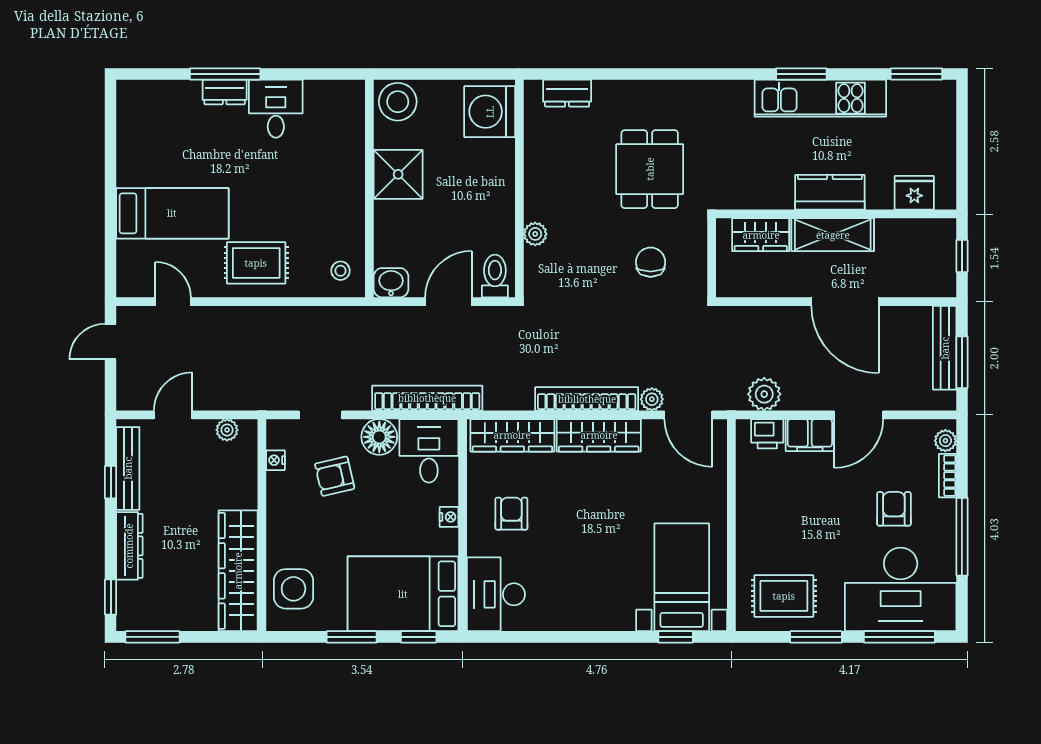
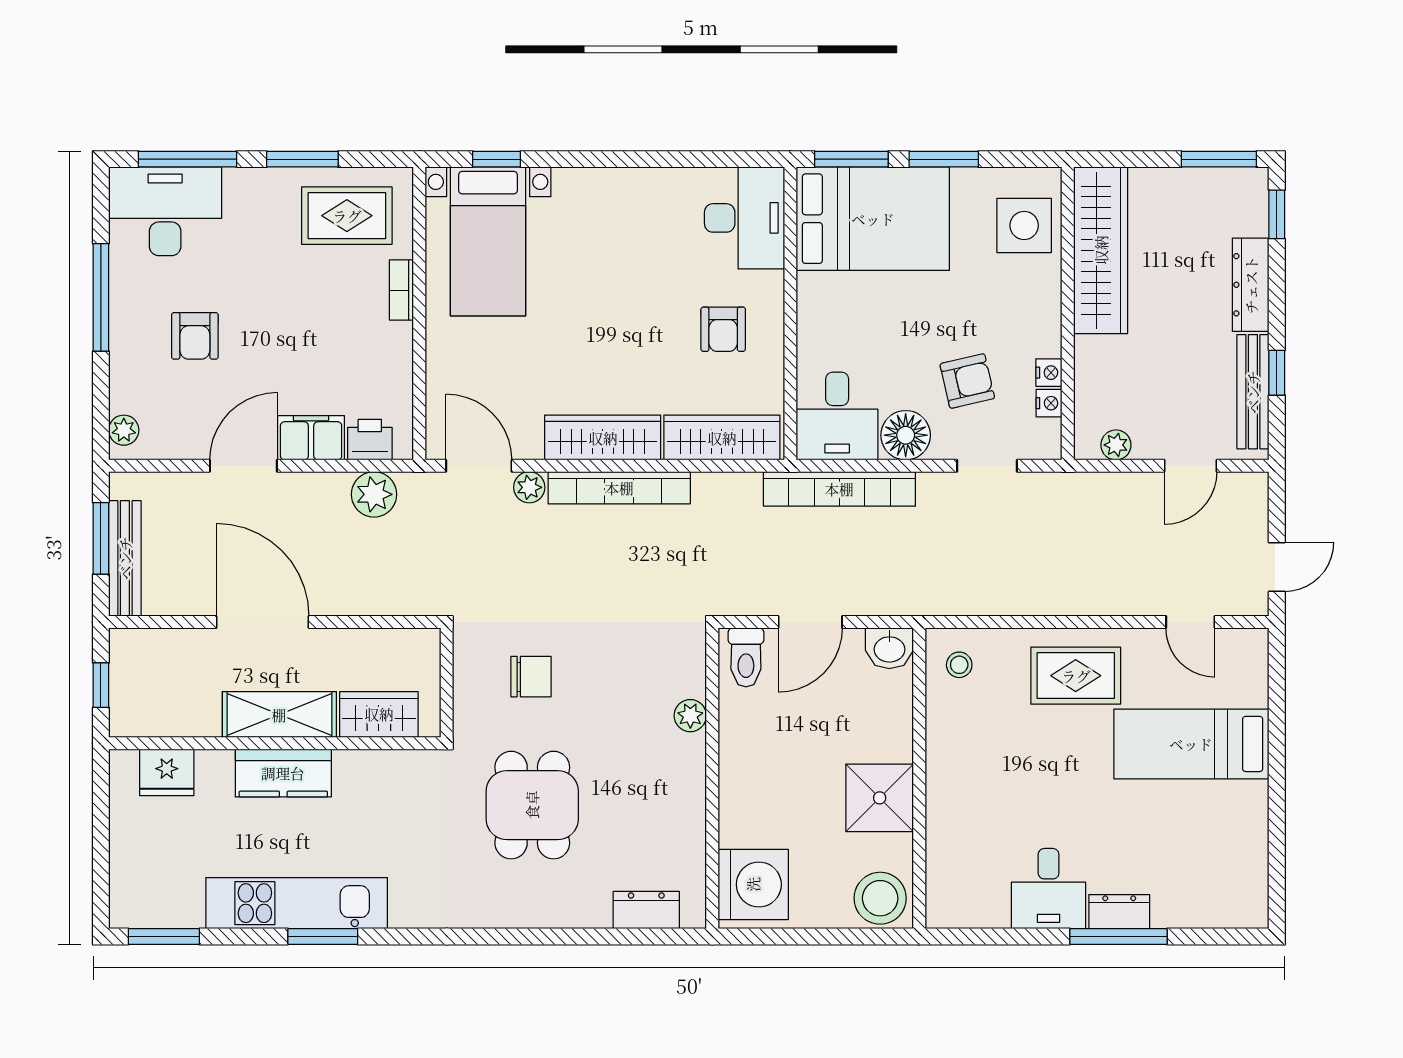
chair: (651, 262) -> (531, 677), turned -90
bookcase: (948, 476) -> (401, 290), moved, turned 180
nightstand: (449, 517) -> (1049, 373), moved, turned 180
desk: (901, 589) -> (165, 211), width x0.73, depth x0.77
window: (419, 637) -> (851, 159), width x1.50

